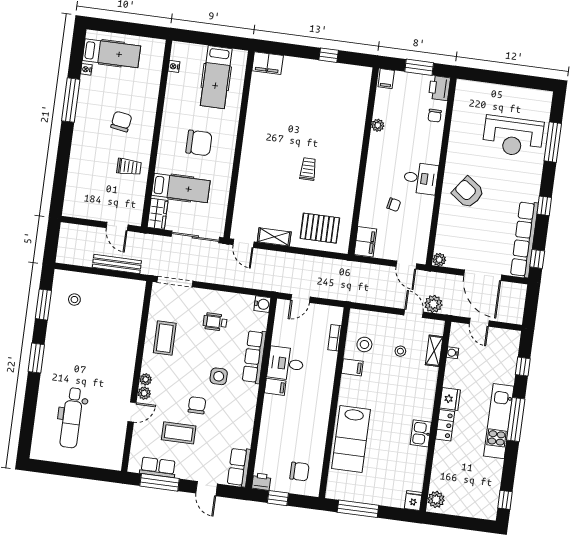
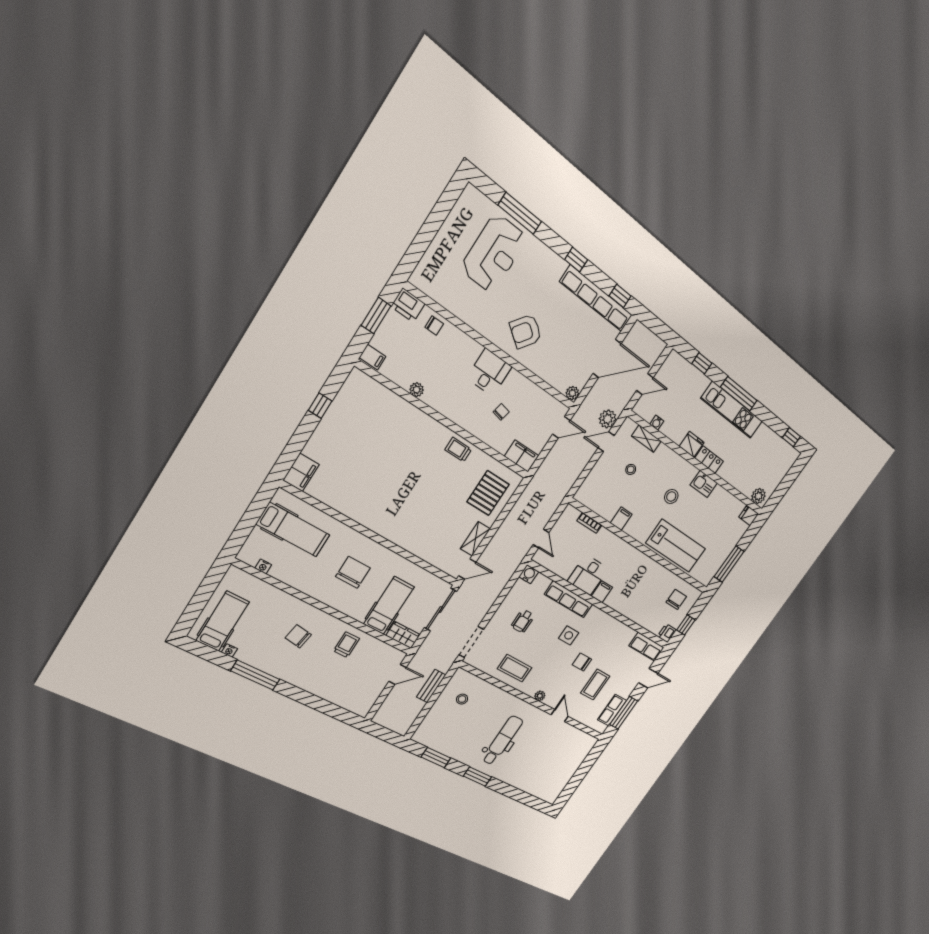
trolley: (308, 169) -> (458, 450), moved
bench: (117, 264) -> (431, 686), width x0.73
stool: (74, 300) -> (462, 699), moved
stool: (364, 344) -> (671, 497), moved
plant: (144, 393) -> (550, 701), removed
dental chair: (72, 418) -> (502, 740), moved, turned -90

